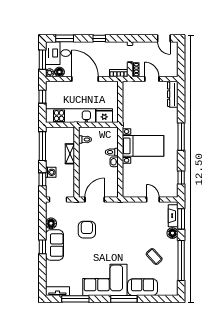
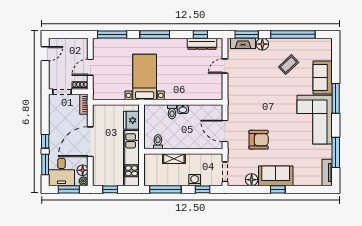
window: (99, 38) -> (45, 141), moved
dresser: (173, 94) -> (202, 44), moved
window: (181, 98) -> (112, 34), added
bed with nightstands: (143, 146) -> (145, 77), moved
armchair: (87, 230) -> (259, 140), turned 180

